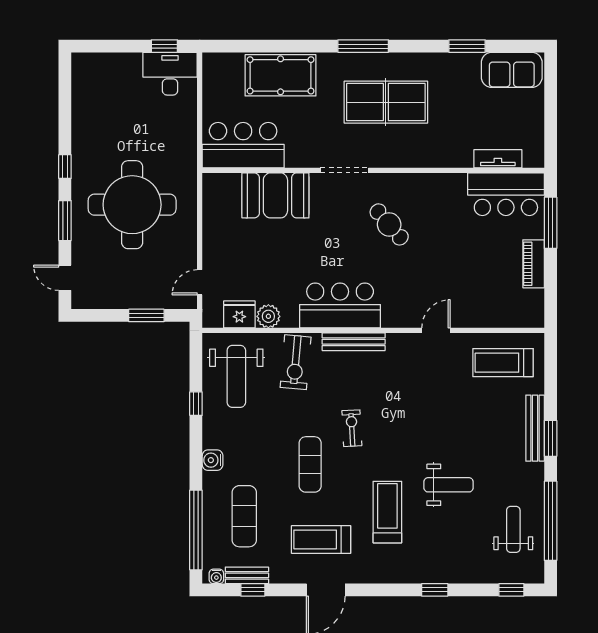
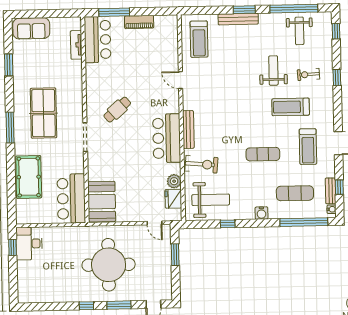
sofa: (512, 70) -> (31, 28), moved, turned 90
booth: (275, 195) -> (102, 202), moved
exercise bike: (352, 428) -> (308, 74), moved
weight bench: (513, 529) -> (299, 31), turned -90

